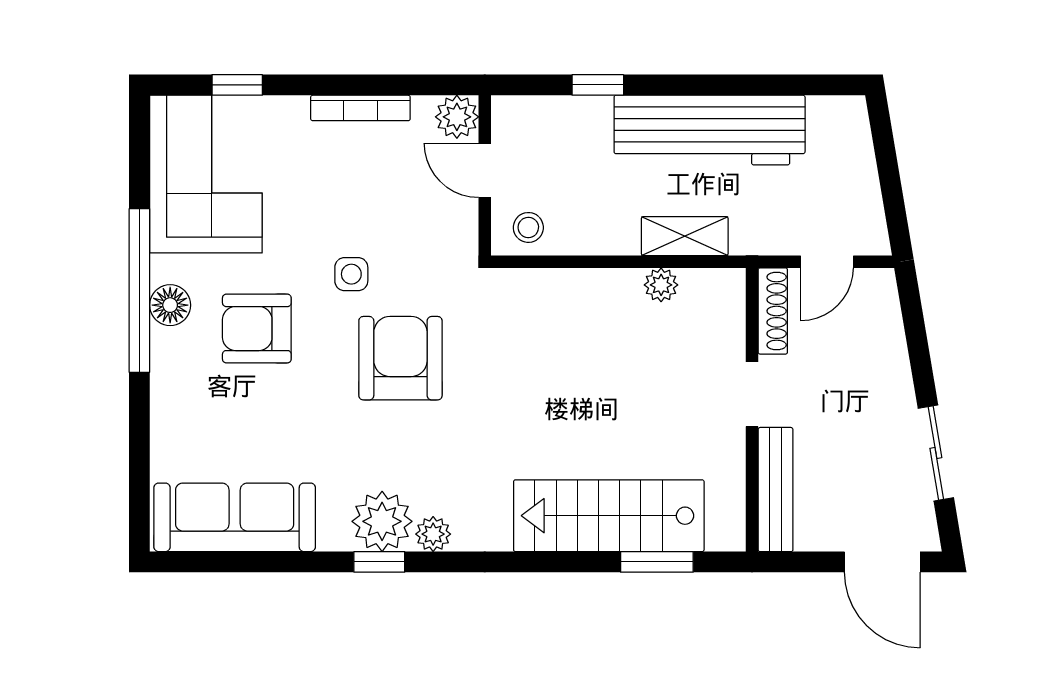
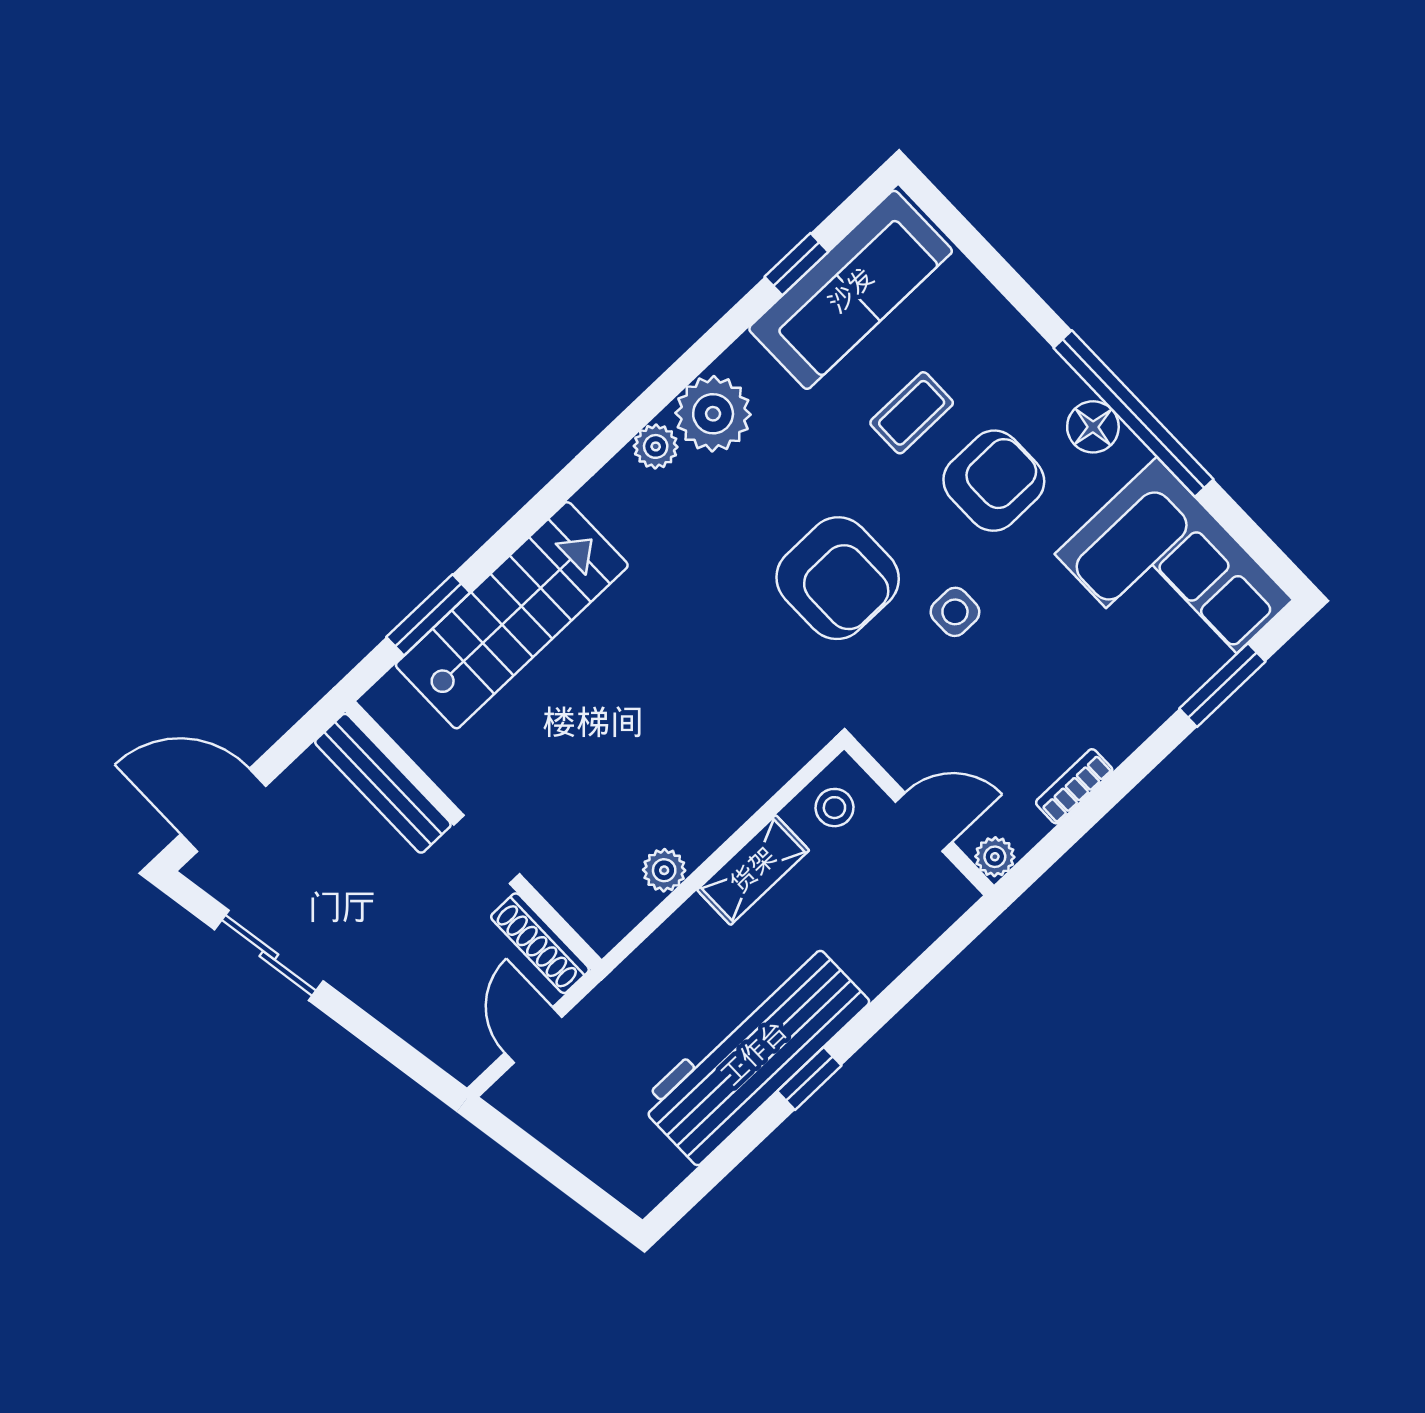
window: (237, 85) -> (1222, 685), width x1.50
window: (598, 85) -> (809, 1078), moved
bookcase: (360, 108) -> (1074, 786), width x0.64
plant: (457, 117) -> (995, 857), width x0.73, depth x0.73
shelving: (685, 236) -> (753, 870), moved
coffee table: (267, 413) -> (912, 413), added
window: (379, 562) -> (796, 264), moved

